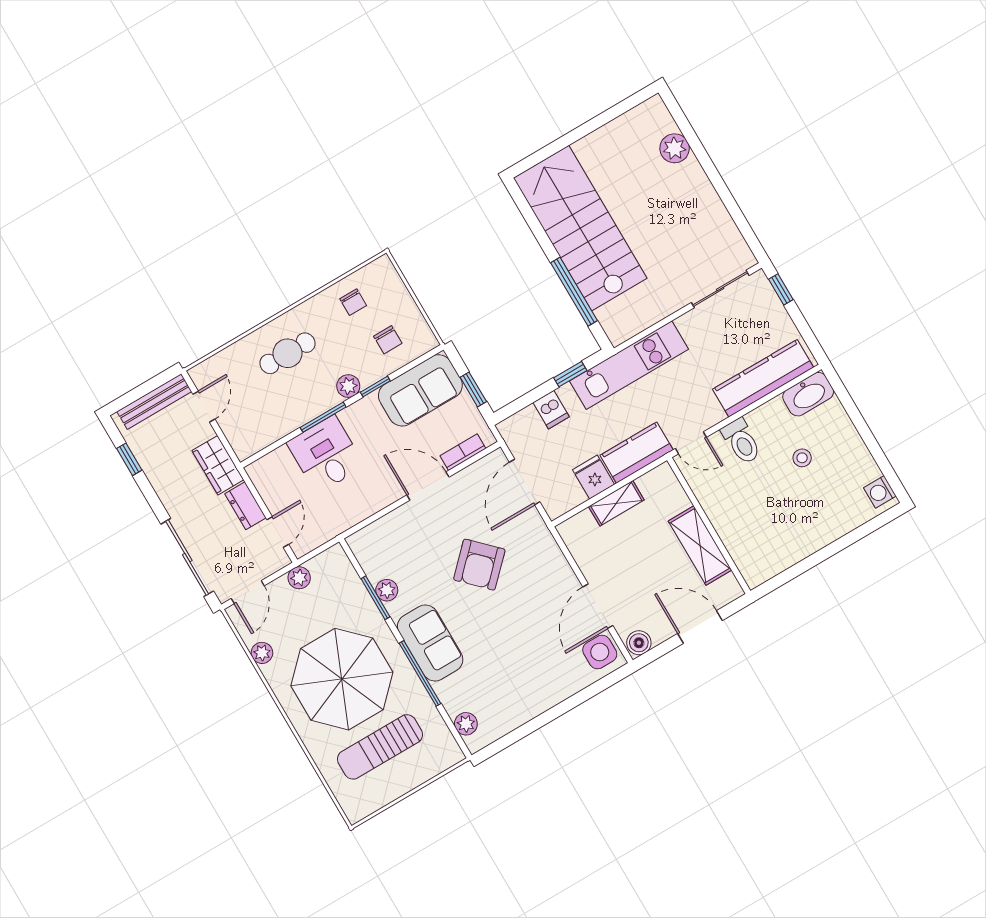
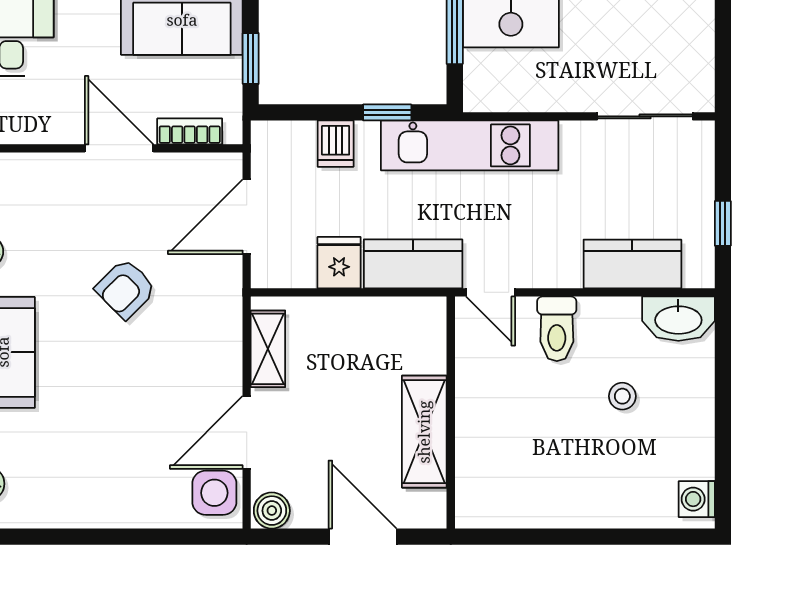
window: (781, 289) -> (723, 223), moved
kitchen counter: (763, 378) -> (632, 264), width x0.67
shelving: (616, 503) -> (268, 349), moved, turned 90
armchair: (479, 565) -> (126, 289), width x0.72, depth x0.72

